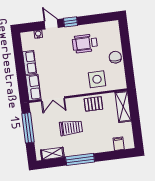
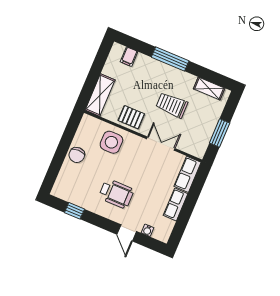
window: (71, 22) -> (74, 211), moved
wheelchair: (85, 43) -> (116, 194), moved
double door: (53, 99) -> (161, 144), moved
window: (28, 128) -> (220, 133), width x0.69
window: (80, 159) -> (170, 59), moved

